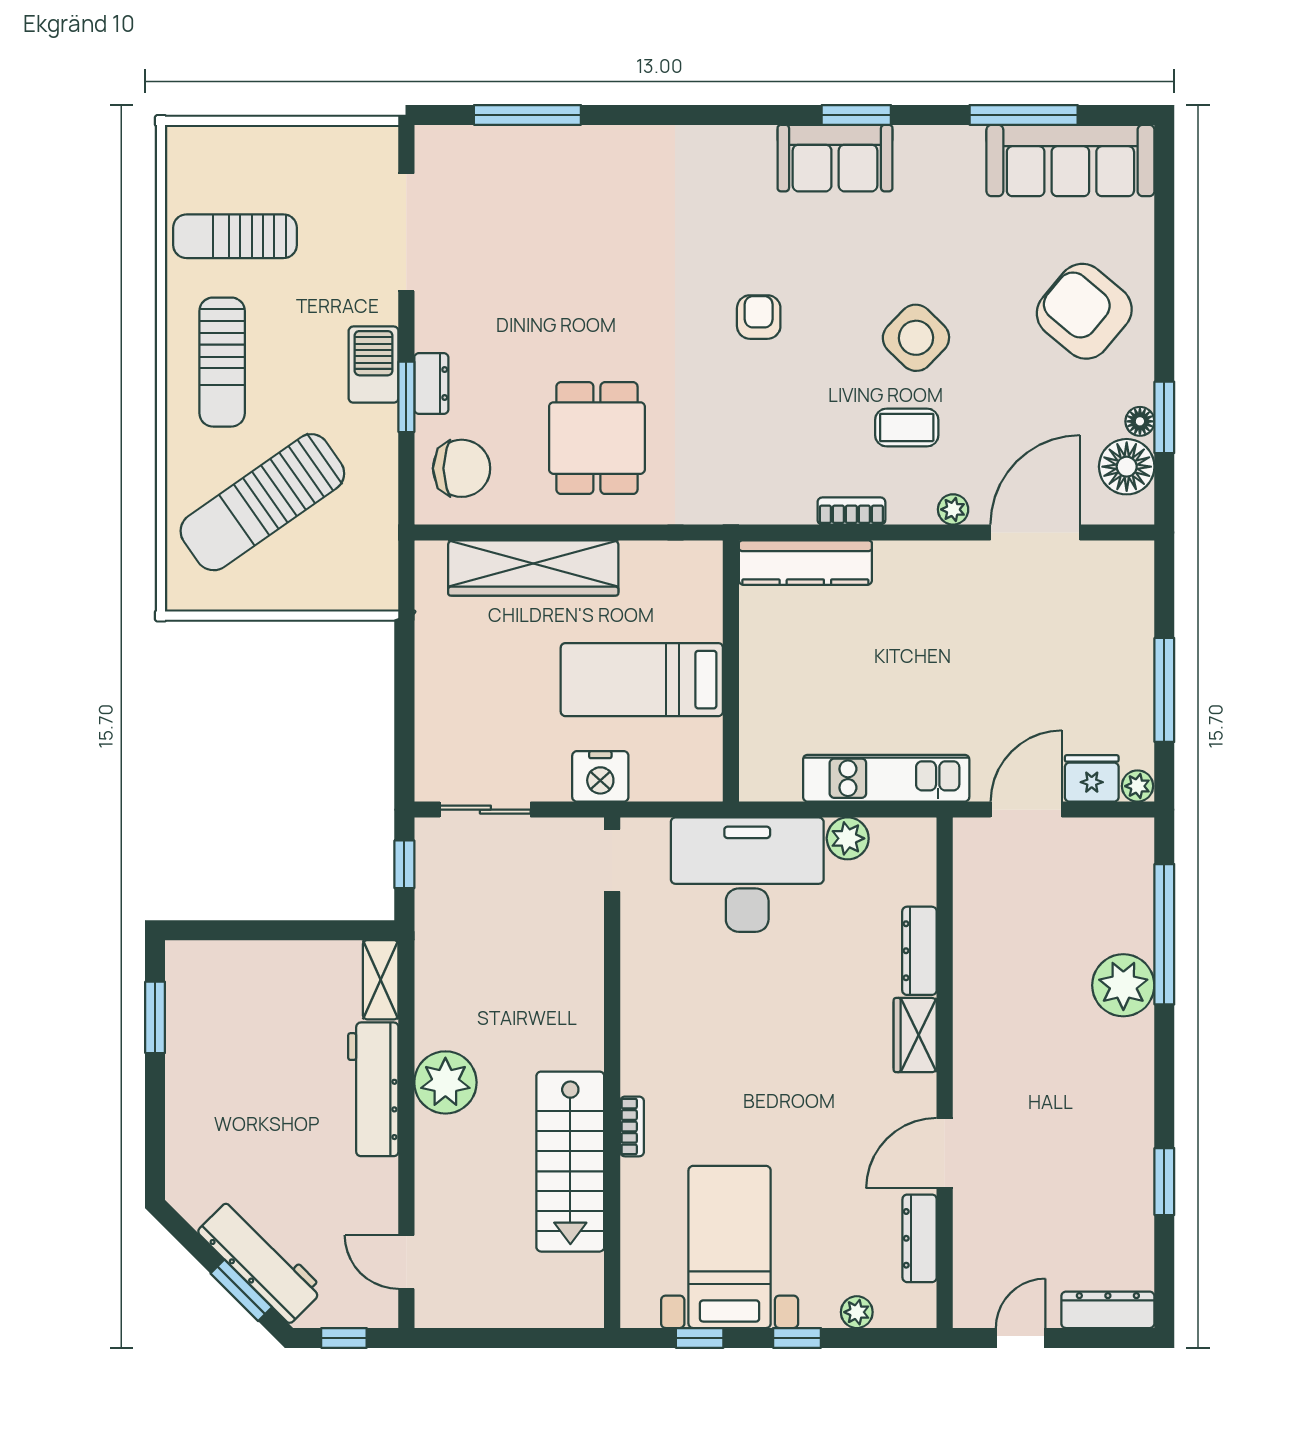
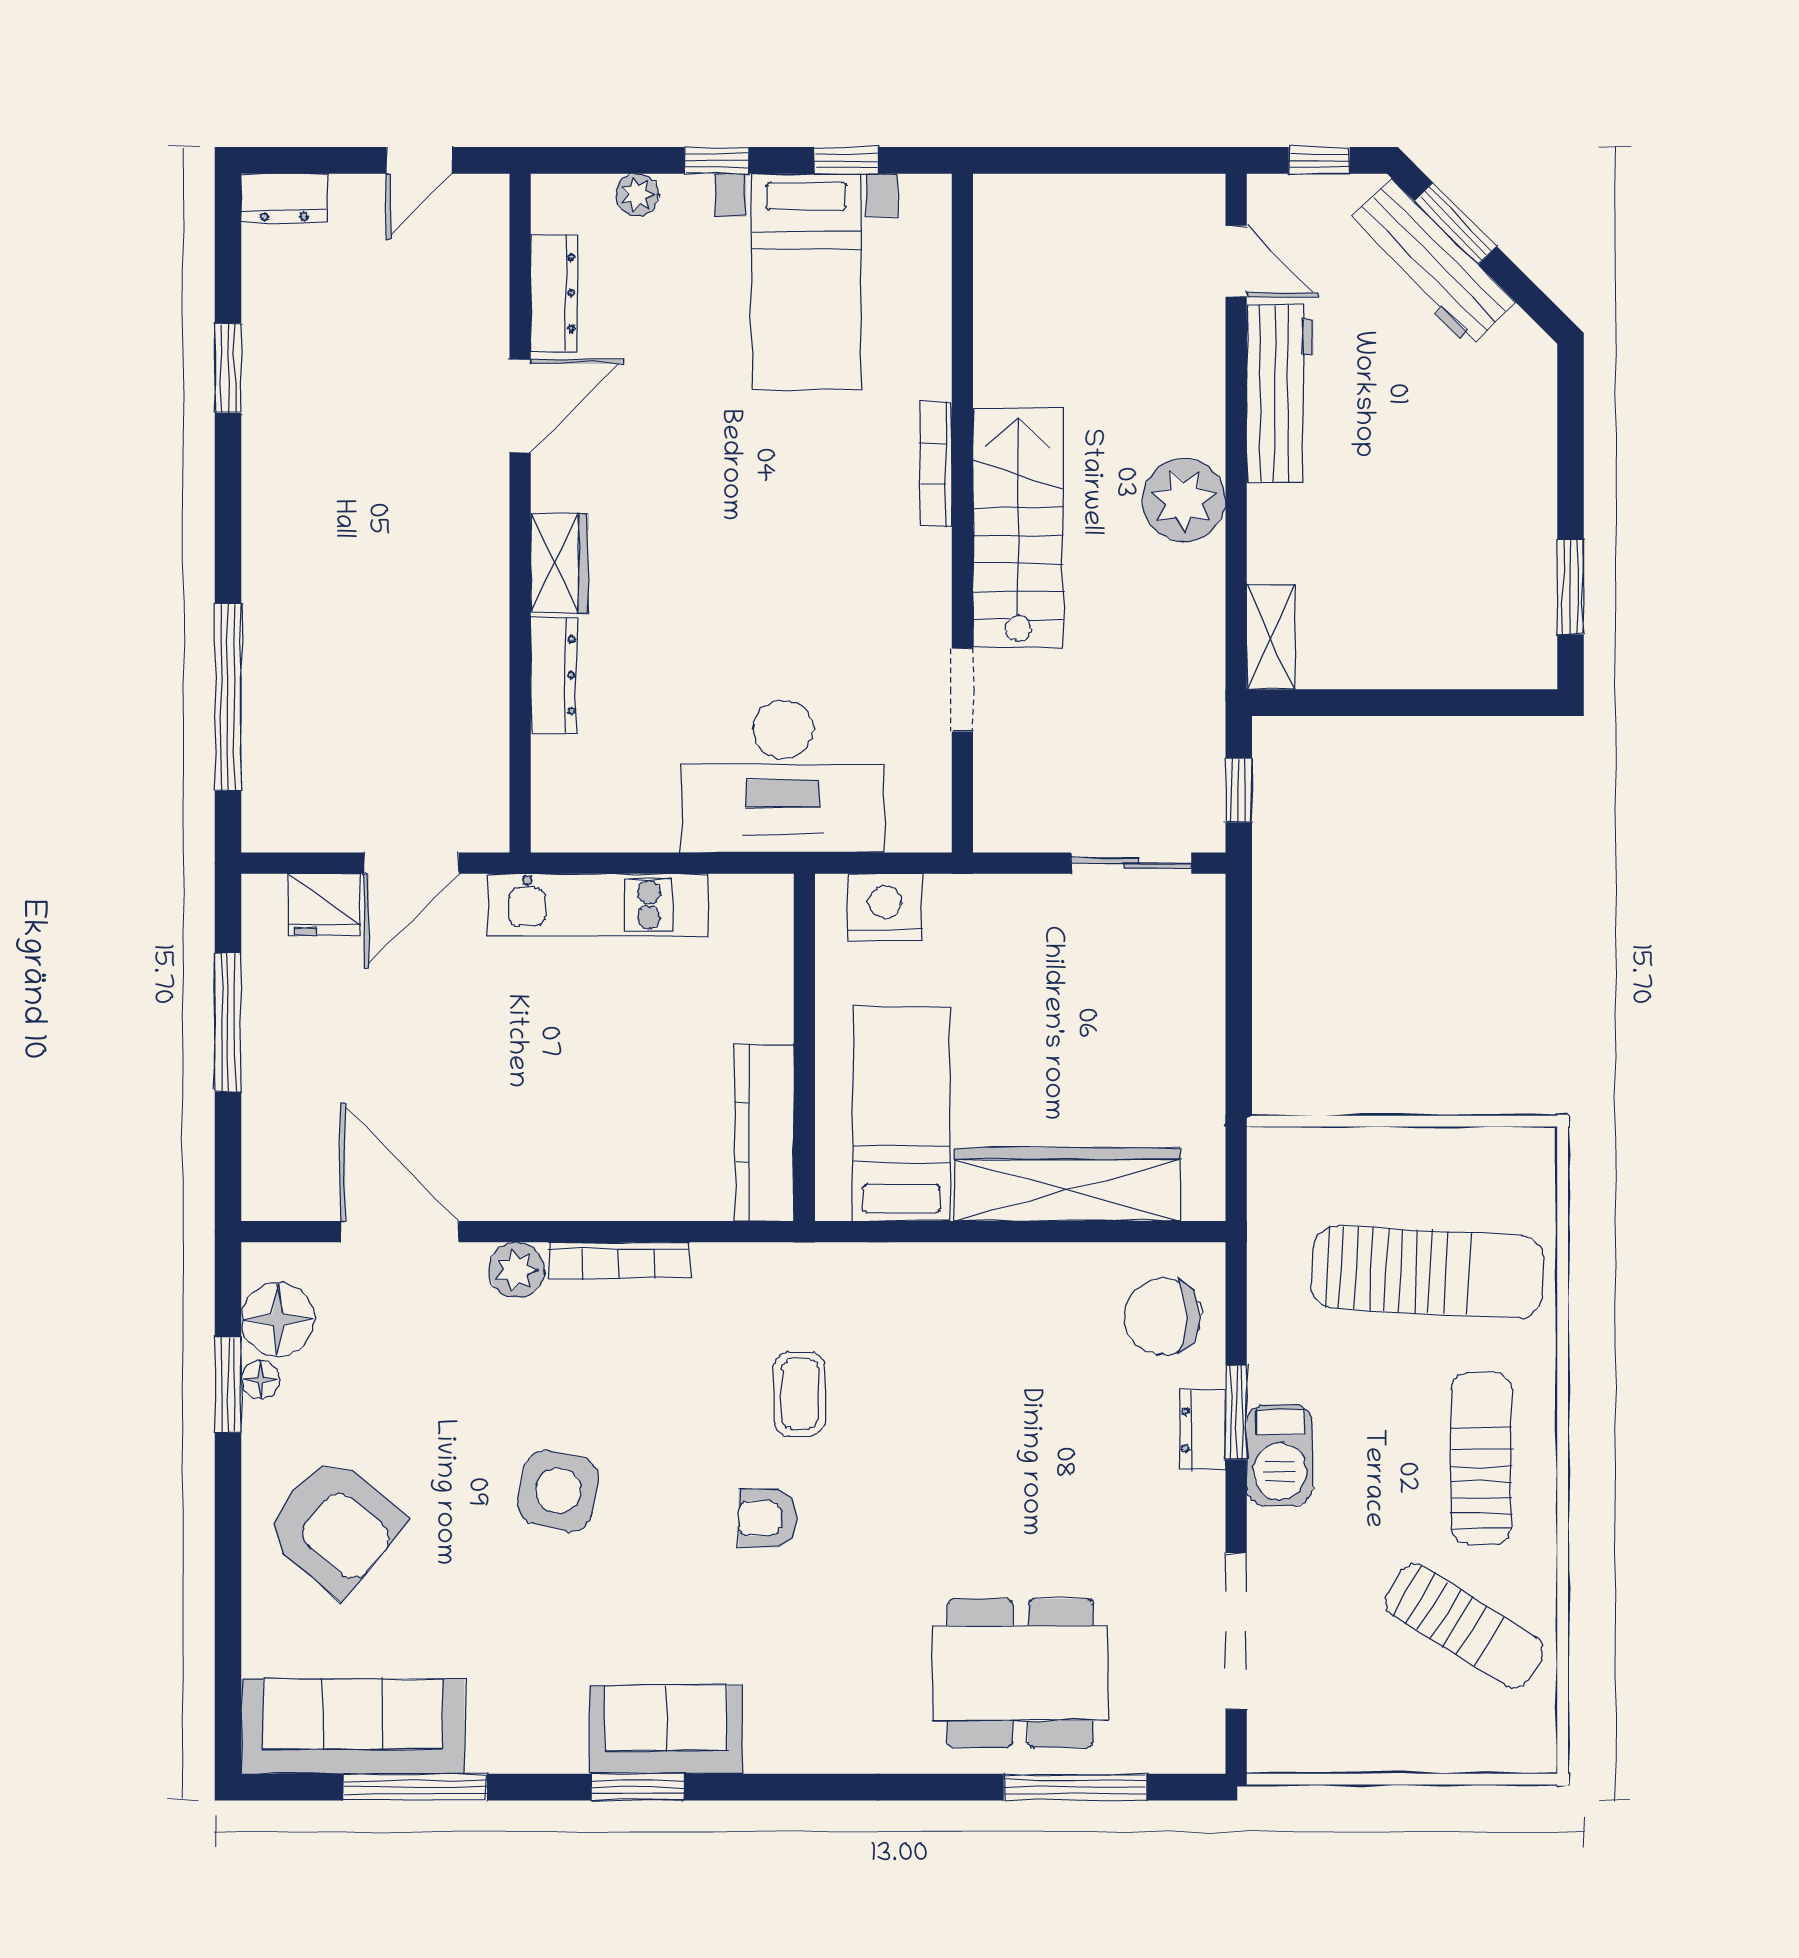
sun lounger: (235, 236) -> (1464, 1626), turned 32
armchair: (759, 317) -> (767, 1518), turned 90
side table: (916, 338) -> (558, 1491), turned -32
coffee table: (907, 427) -> (800, 1394), moved, turned 90
dining table: (597, 438) -> (1020, 1673), moved, width x1.37
sun lounger: (262, 502) -> (1428, 1272), turned 38
plant: (953, 509) -> (516, 1270), width x1.38, depth x1.38
bookcase: (851, 511) -> (619, 1260), width x1.56
door: (1035, 532) -> (400, 1232), swing flipped
kitchen counter: (805, 563) -> (764, 1133), moved, turned -90
bed: (642, 680) -> (901, 1113), moved, turned -90
nightstand: (600, 776) -> (885, 907), moved
plant: (1137, 786) -> (264, 894), removed
plant: (848, 838) -> (649, 825), removed
doorway: (612, 861) -> (962, 690), moved
plant: (1123, 985) -> (282, 629), removed
workbench: (373, 1089) -> (1280, 394), moved
bookcase: (632, 1126) -> (936, 464), width x1.56
stairs: (570, 1162) -> (1018, 528), moved
dresser: (1108, 1310) -> (284, 198), width x0.70

